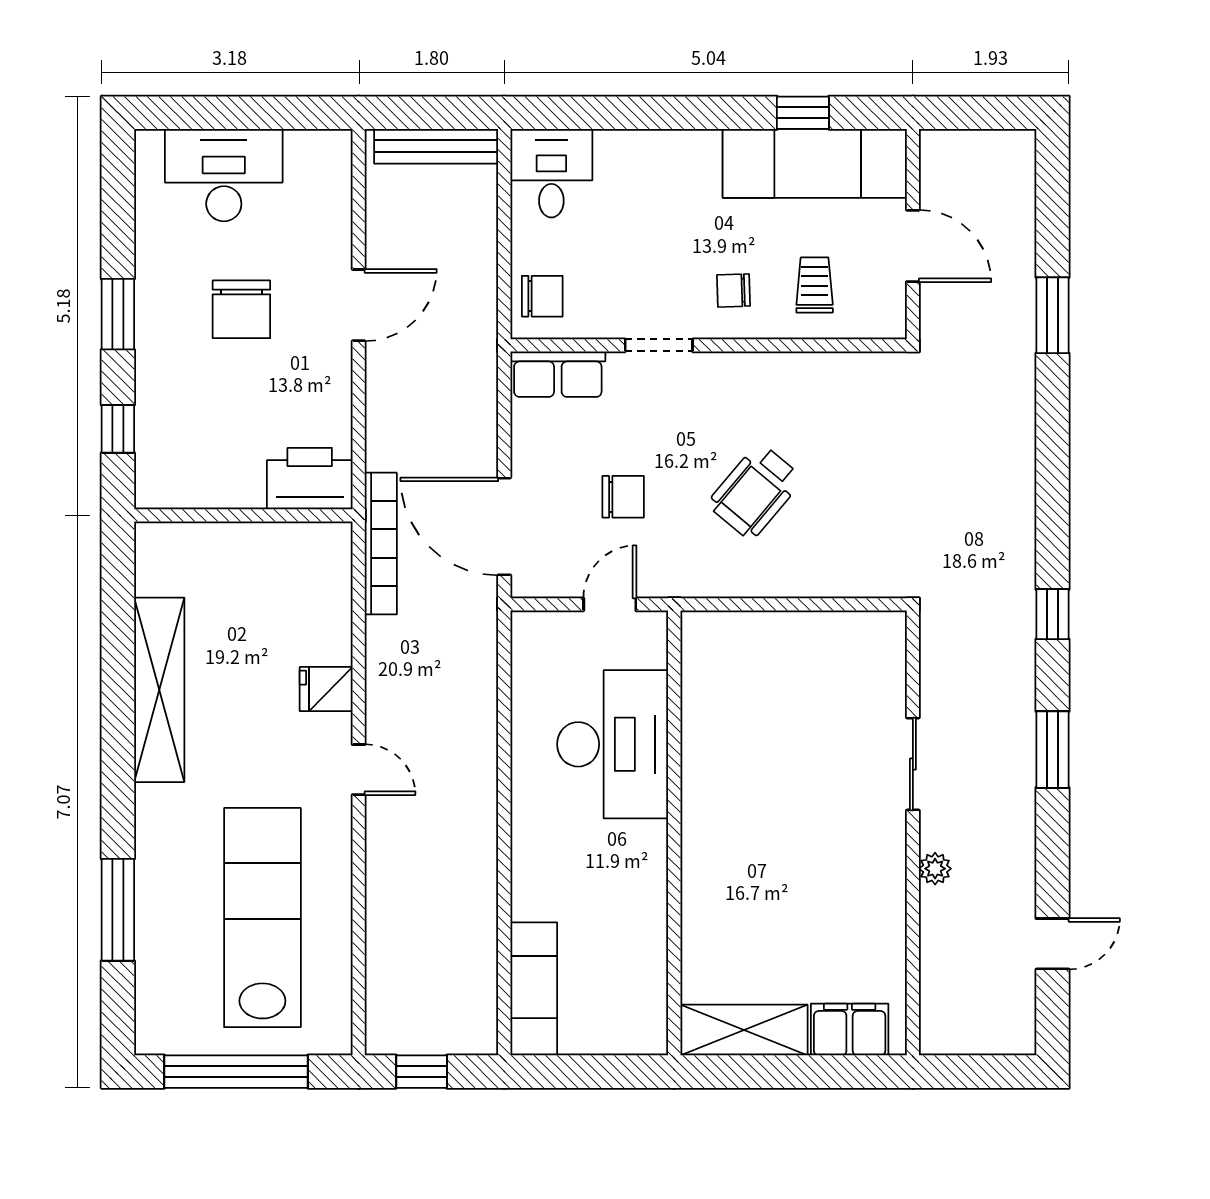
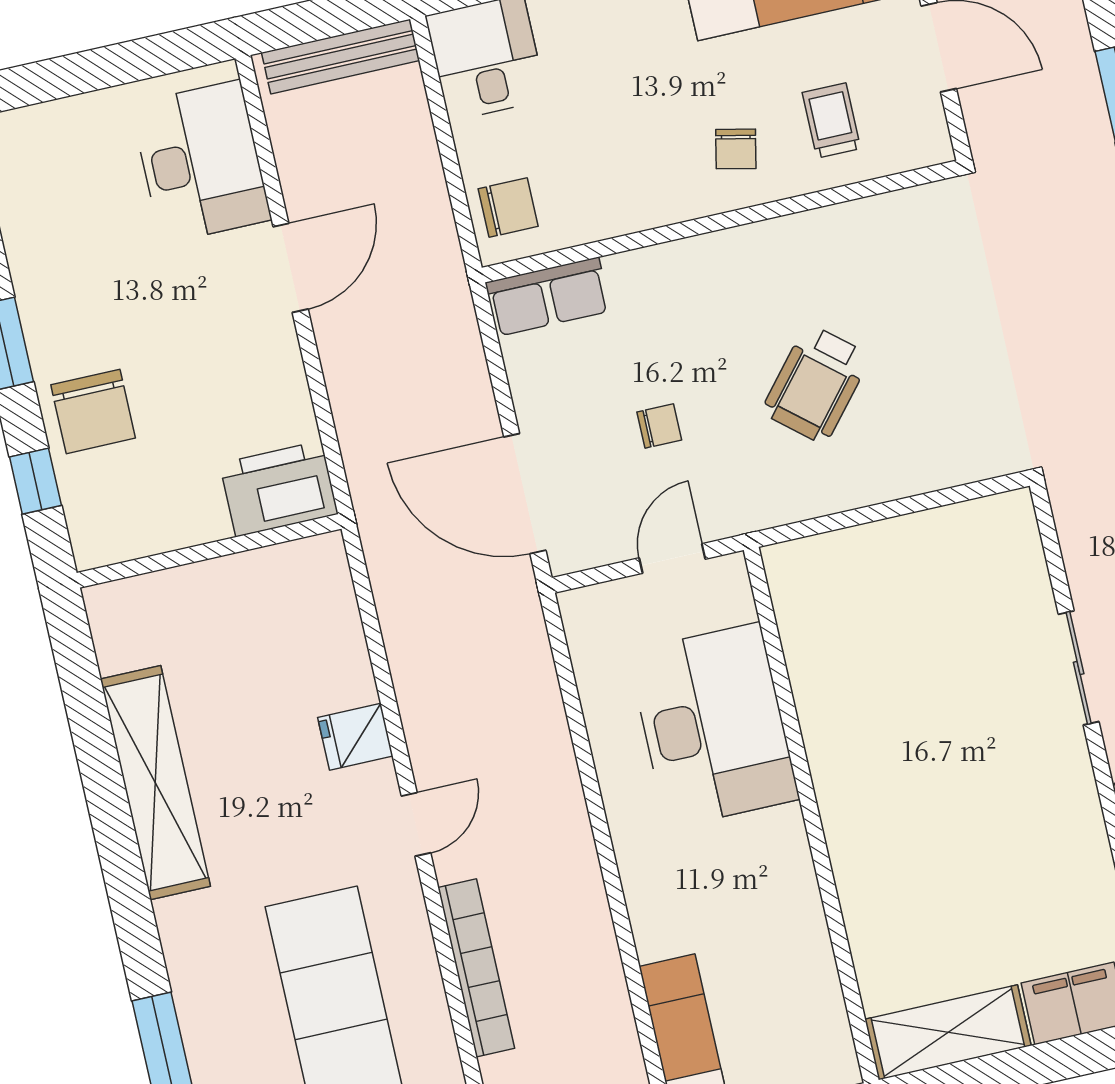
desk: (224, 175) -> (201, 162), moved, turned 90
chair: (733, 290) -> (736, 149), turned -76
chair: (241, 309) -> (93, 411), moved
doorway: (659, 345) -> (661, 235), removed
chair: (623, 497) -> (659, 426), width x0.73, depth x0.73
bookcase: (381, 544) -> (476, 968), moved
door: (359, 770) -> (416, 824), hinge flipped

